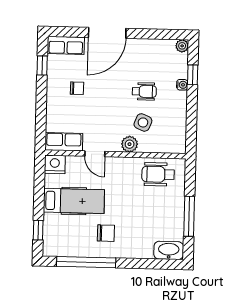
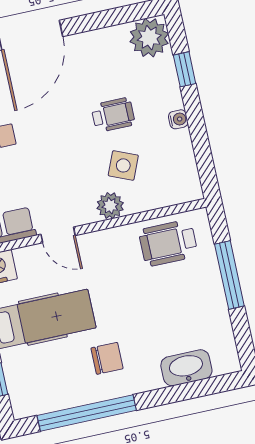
plant: (182, 46) -> (149, 38), width x1.88, depth x1.88
water cooler: (182, 85) -> (178, 119), moved
window: (189, 216) -> (229, 275), moved
washbasin: (169, 250) -> (186, 368), moved

